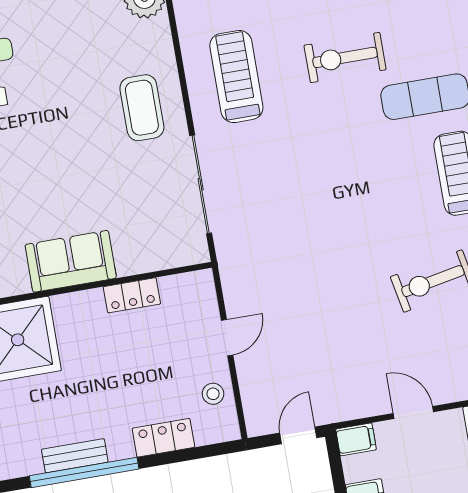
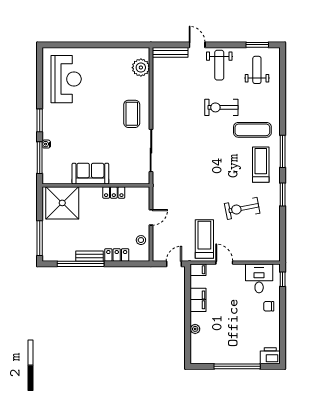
treadmill: (236, 77) -> (204, 239), moved
bench: (75, 456) -> (90, 256), moved

